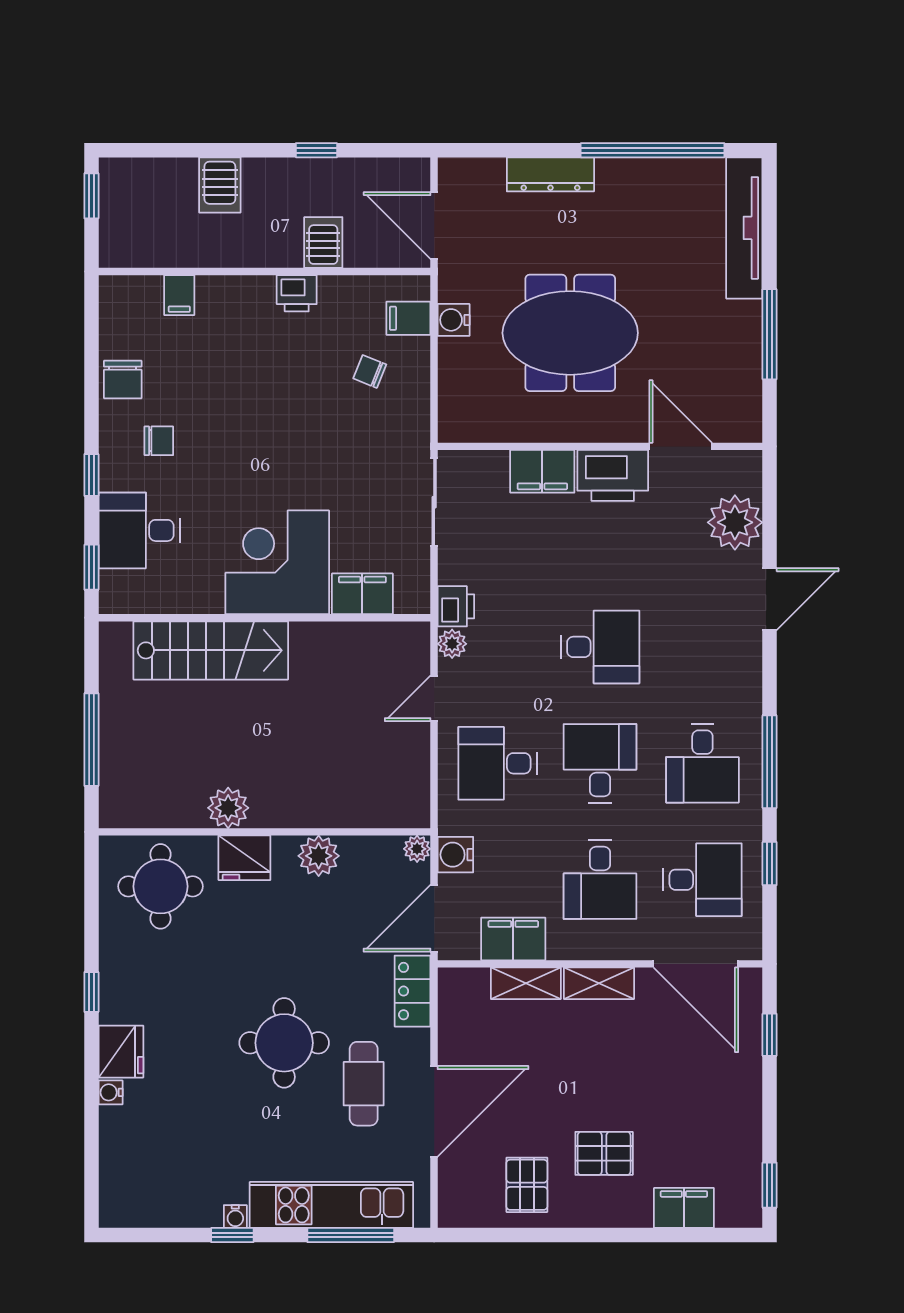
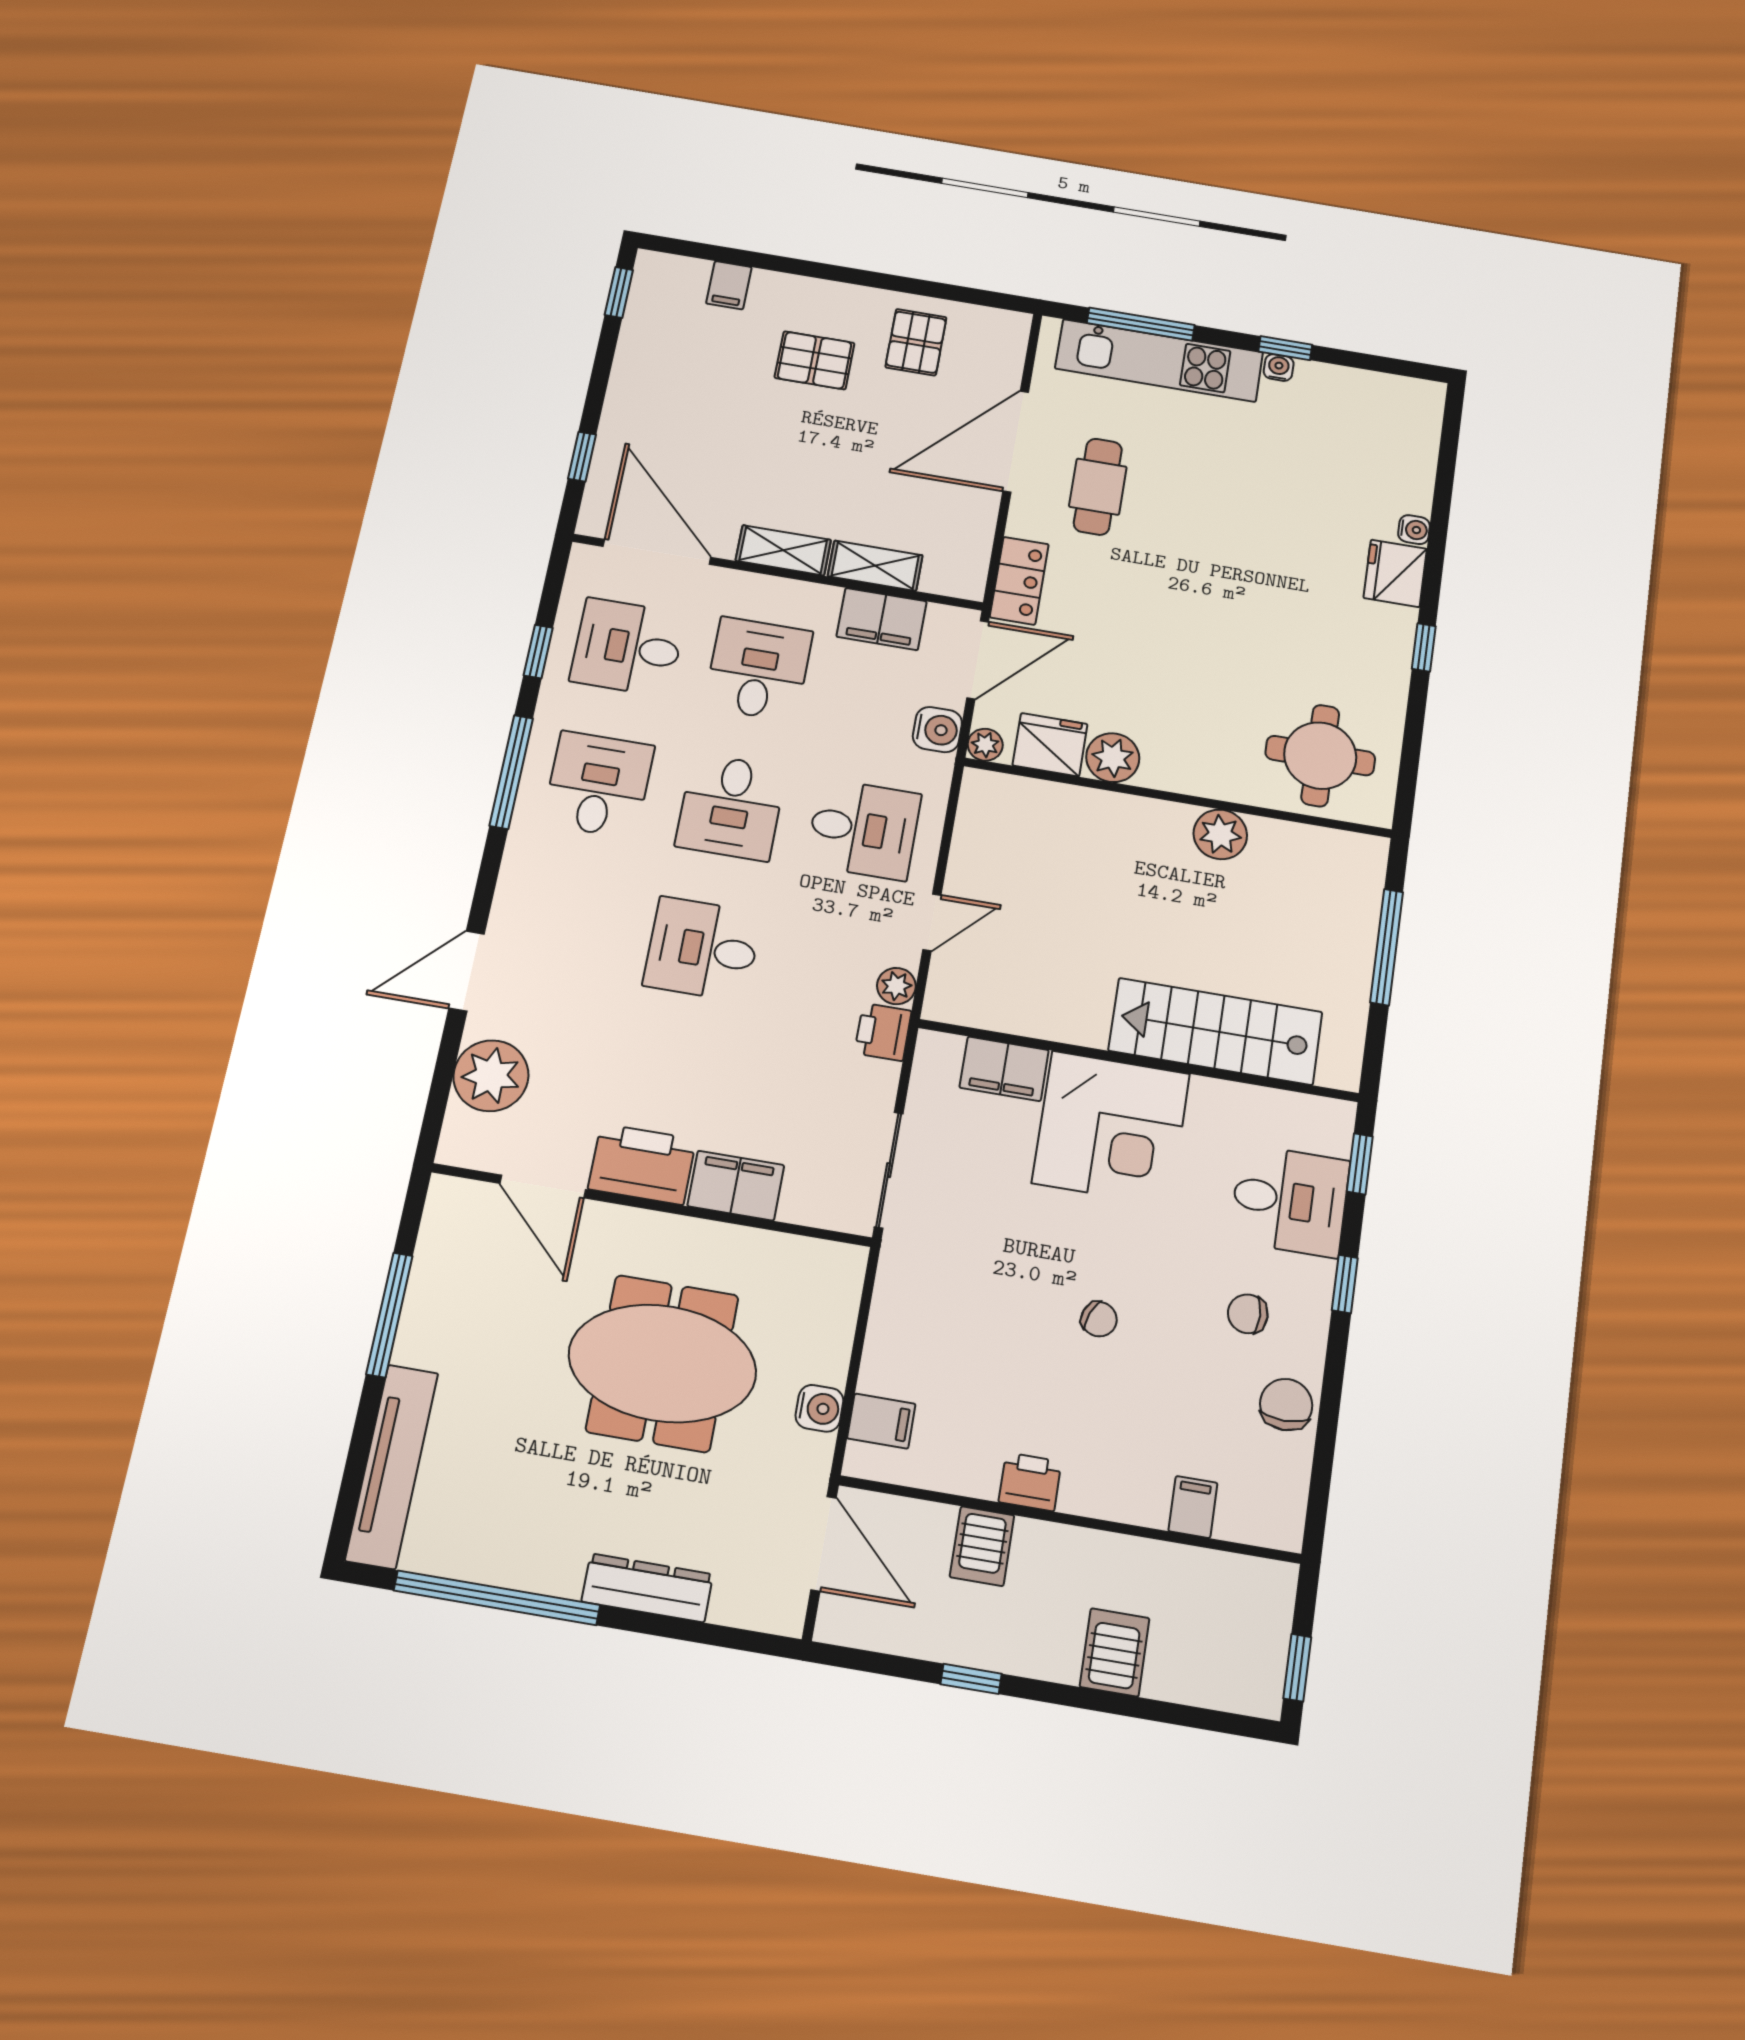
chair: (370, 371) -> (1099, 1319), moved
fridge: (244, 858) -> (1050, 745), moved
round table: (284, 1043) -> (1190, 549), removed
filing cabinet: (684, 1208) -> (729, 285), width x0.50

